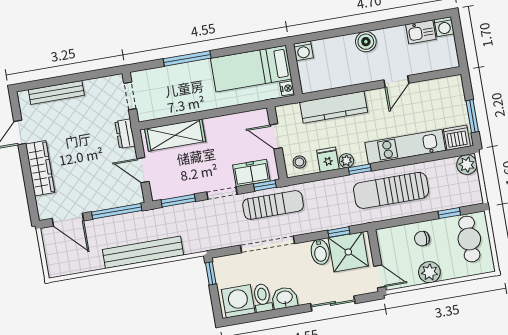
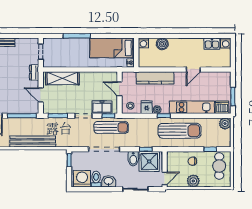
boiler: (366, 42) -> (162, 44), moved
sun lounger: (391, 190) -> (180, 131), turned 180
door: (380, 276) -> (165, 178), hinge flipped

